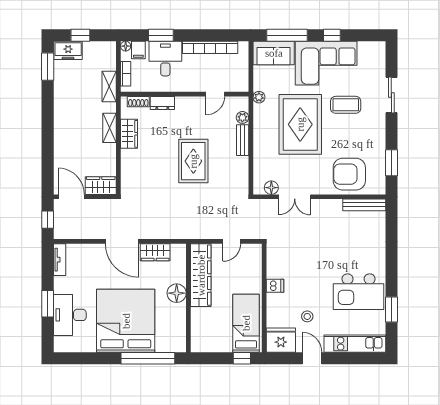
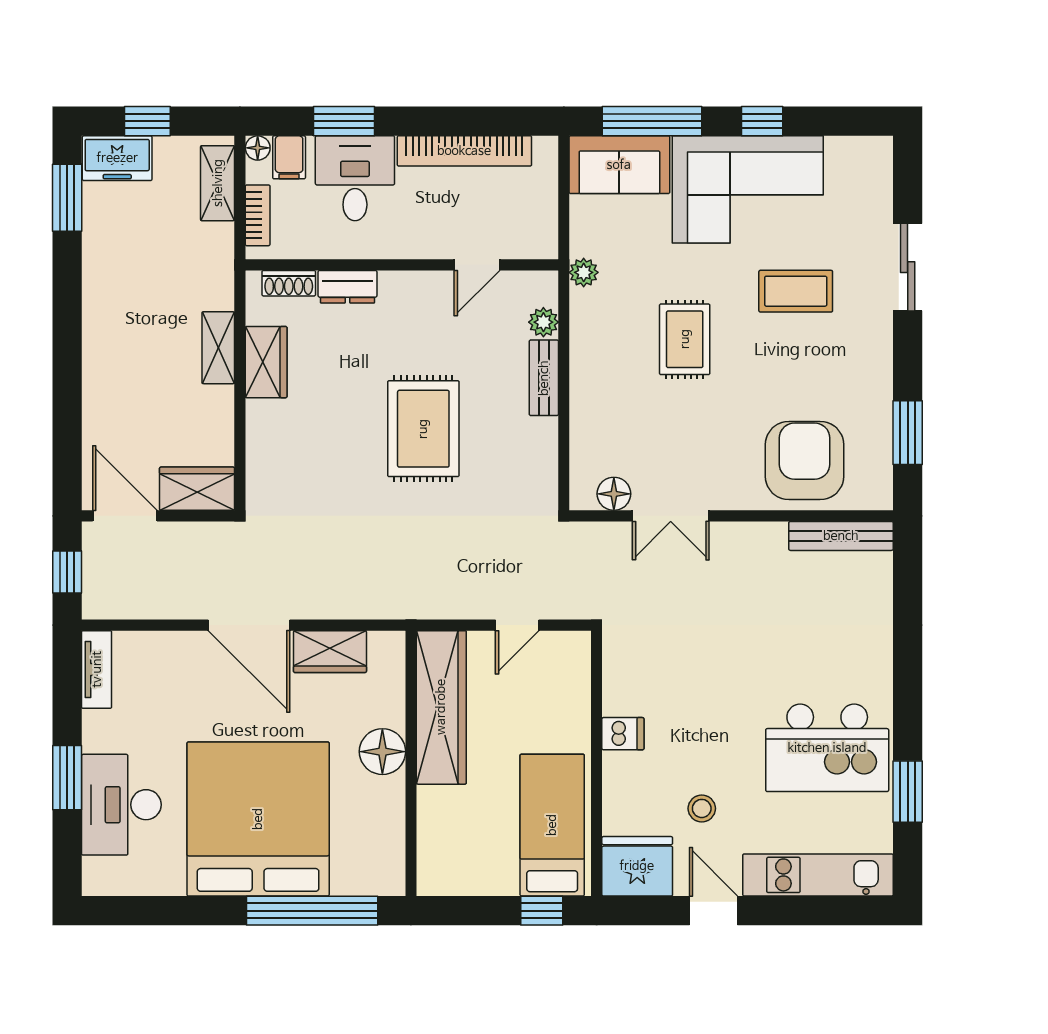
shelving: (109, 86) -> (218, 183), moved
rug: (300, 124) -> (685, 339), width x0.54, depth x0.49
armchair: (349, 174) -> (805, 461), turned 90

